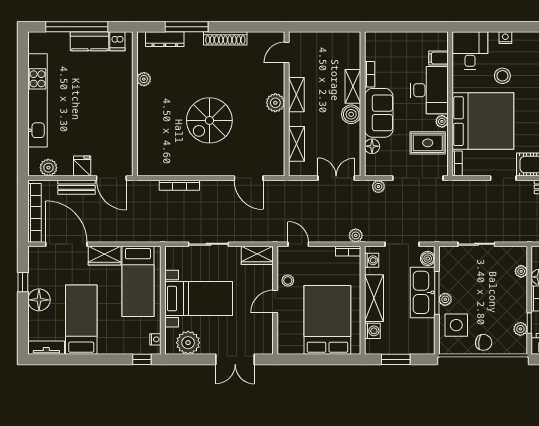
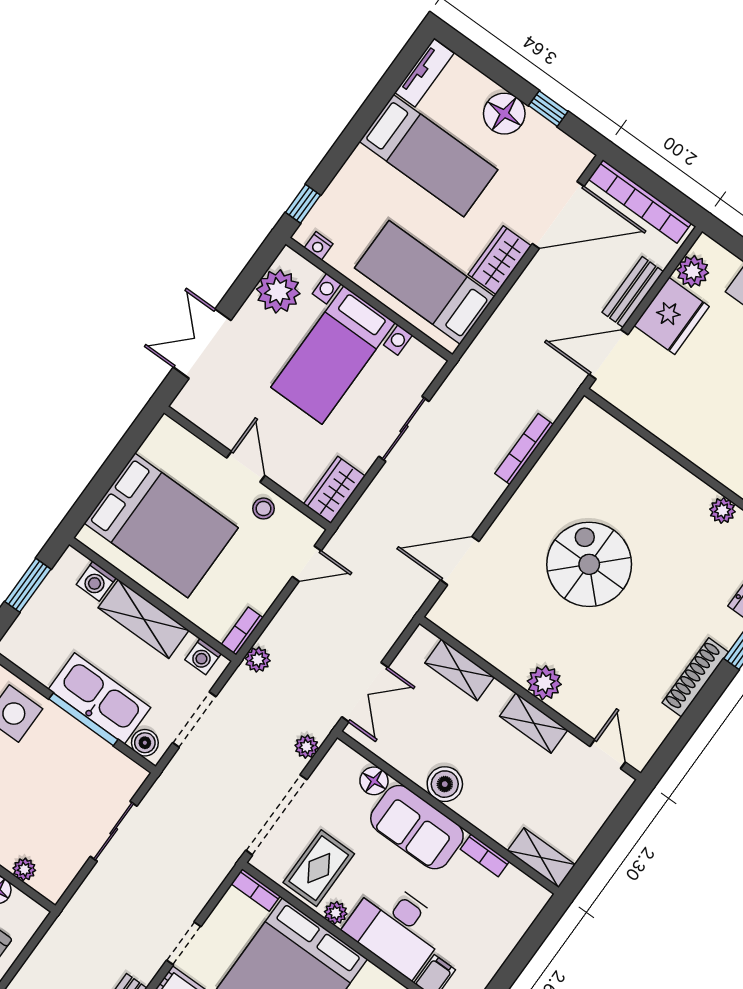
shelving: (353, 86) -> (541, 858), moved
fridge: (82, 166) -> (672, 316), width x1.88, depth x1.34
plant: (445, 299) -> (65, 725), removed

